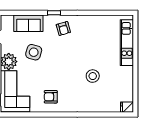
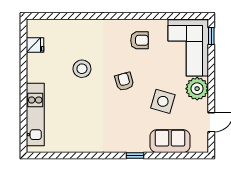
armchair: (63, 28) -> (124, 81), moved
fridge: (127, 107) -> (35, 45), moved

